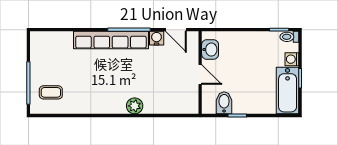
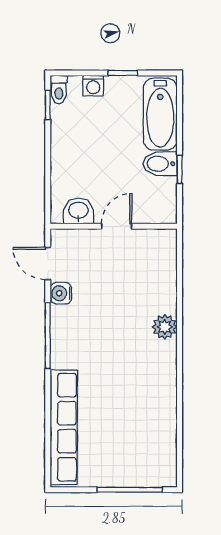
door: (176, 30) -> (48, 263), swing flipped
row of seats: (111, 40) -> (64, 427), moved
bathtub: (288, 91) -> (160, 114), moved, turned 90
coffee table: (51, 92) -> (144, 455), removed
bidet: (224, 103) -> (160, 164), moved

